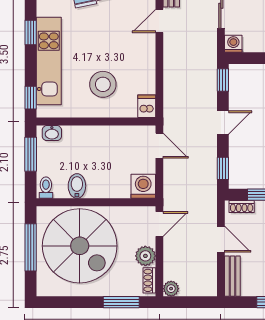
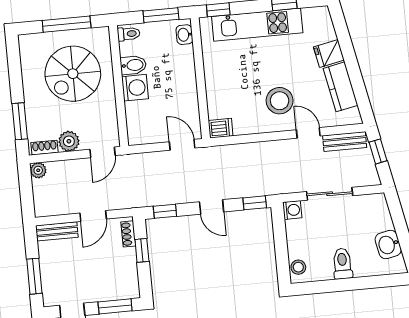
stool: (103, 84) -> (280, 101), moved
door: (159, 146) -> (182, 145), swing flipped
washing machine: (143, 186) -> (135, 88), moved
door: (159, 224) -> (102, 152), hinge flipped
spiral stairs: (80, 246) -> (73, 74), width x0.73, depth x0.73

